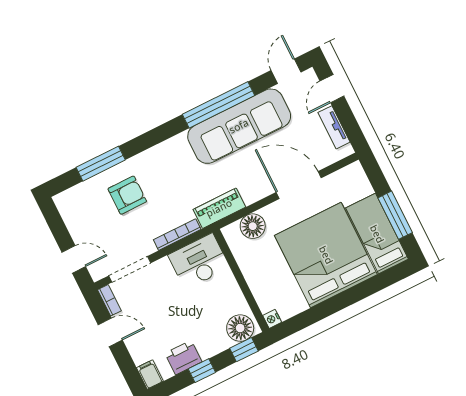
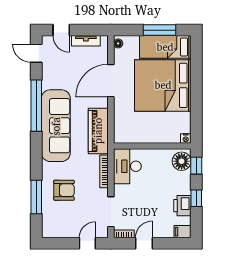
sofa: (239, 126) -> (56, 126), moved
armchair: (127, 195) -> (64, 190), turned 90
piano: (219, 208) -> (98, 131), width x1.37, depth x1.33
floor lamp: (253, 226) -> (118, 43), moved, width x0.53, depth x0.53

